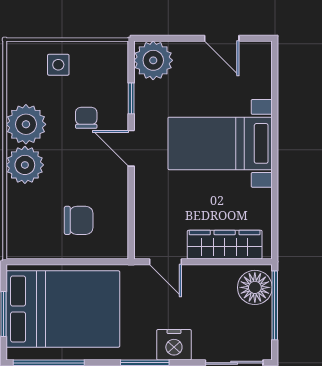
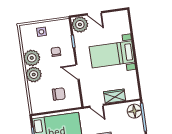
door: (222, 38) -> (94, 13), moved
door: (131, 148) -> (77, 72), moved
wardrobe: (225, 245) -> (115, 96), width x0.67

